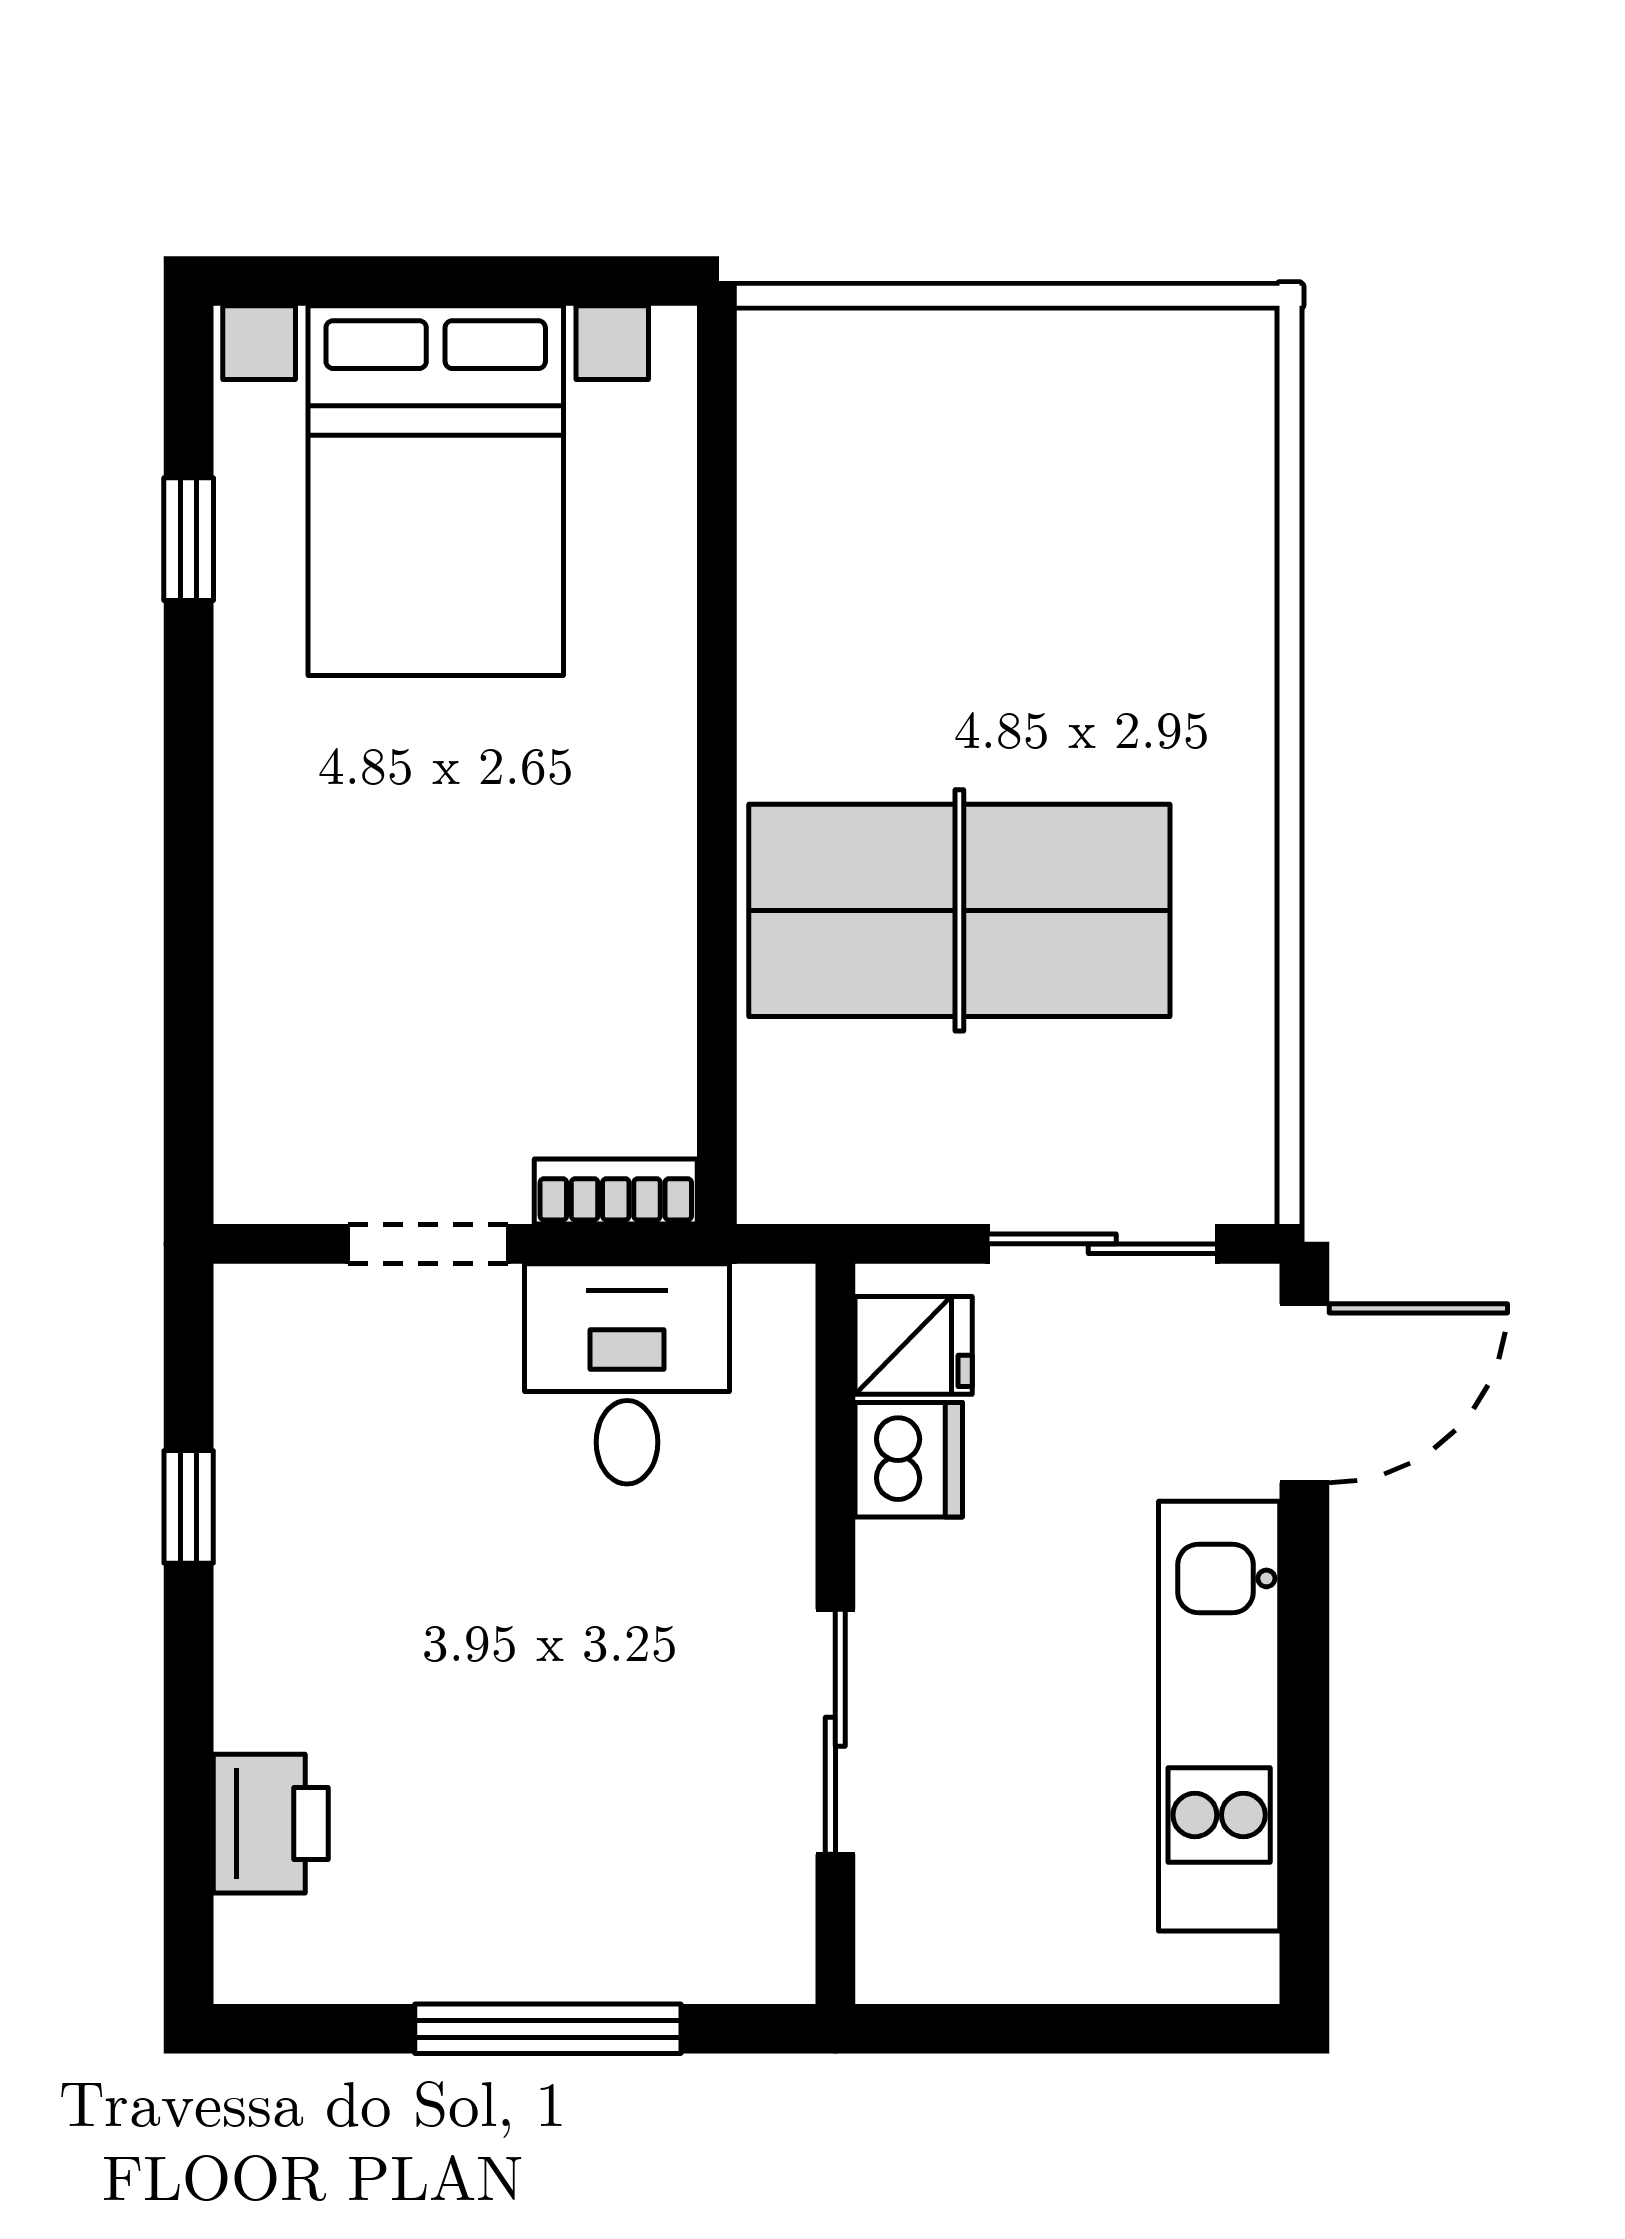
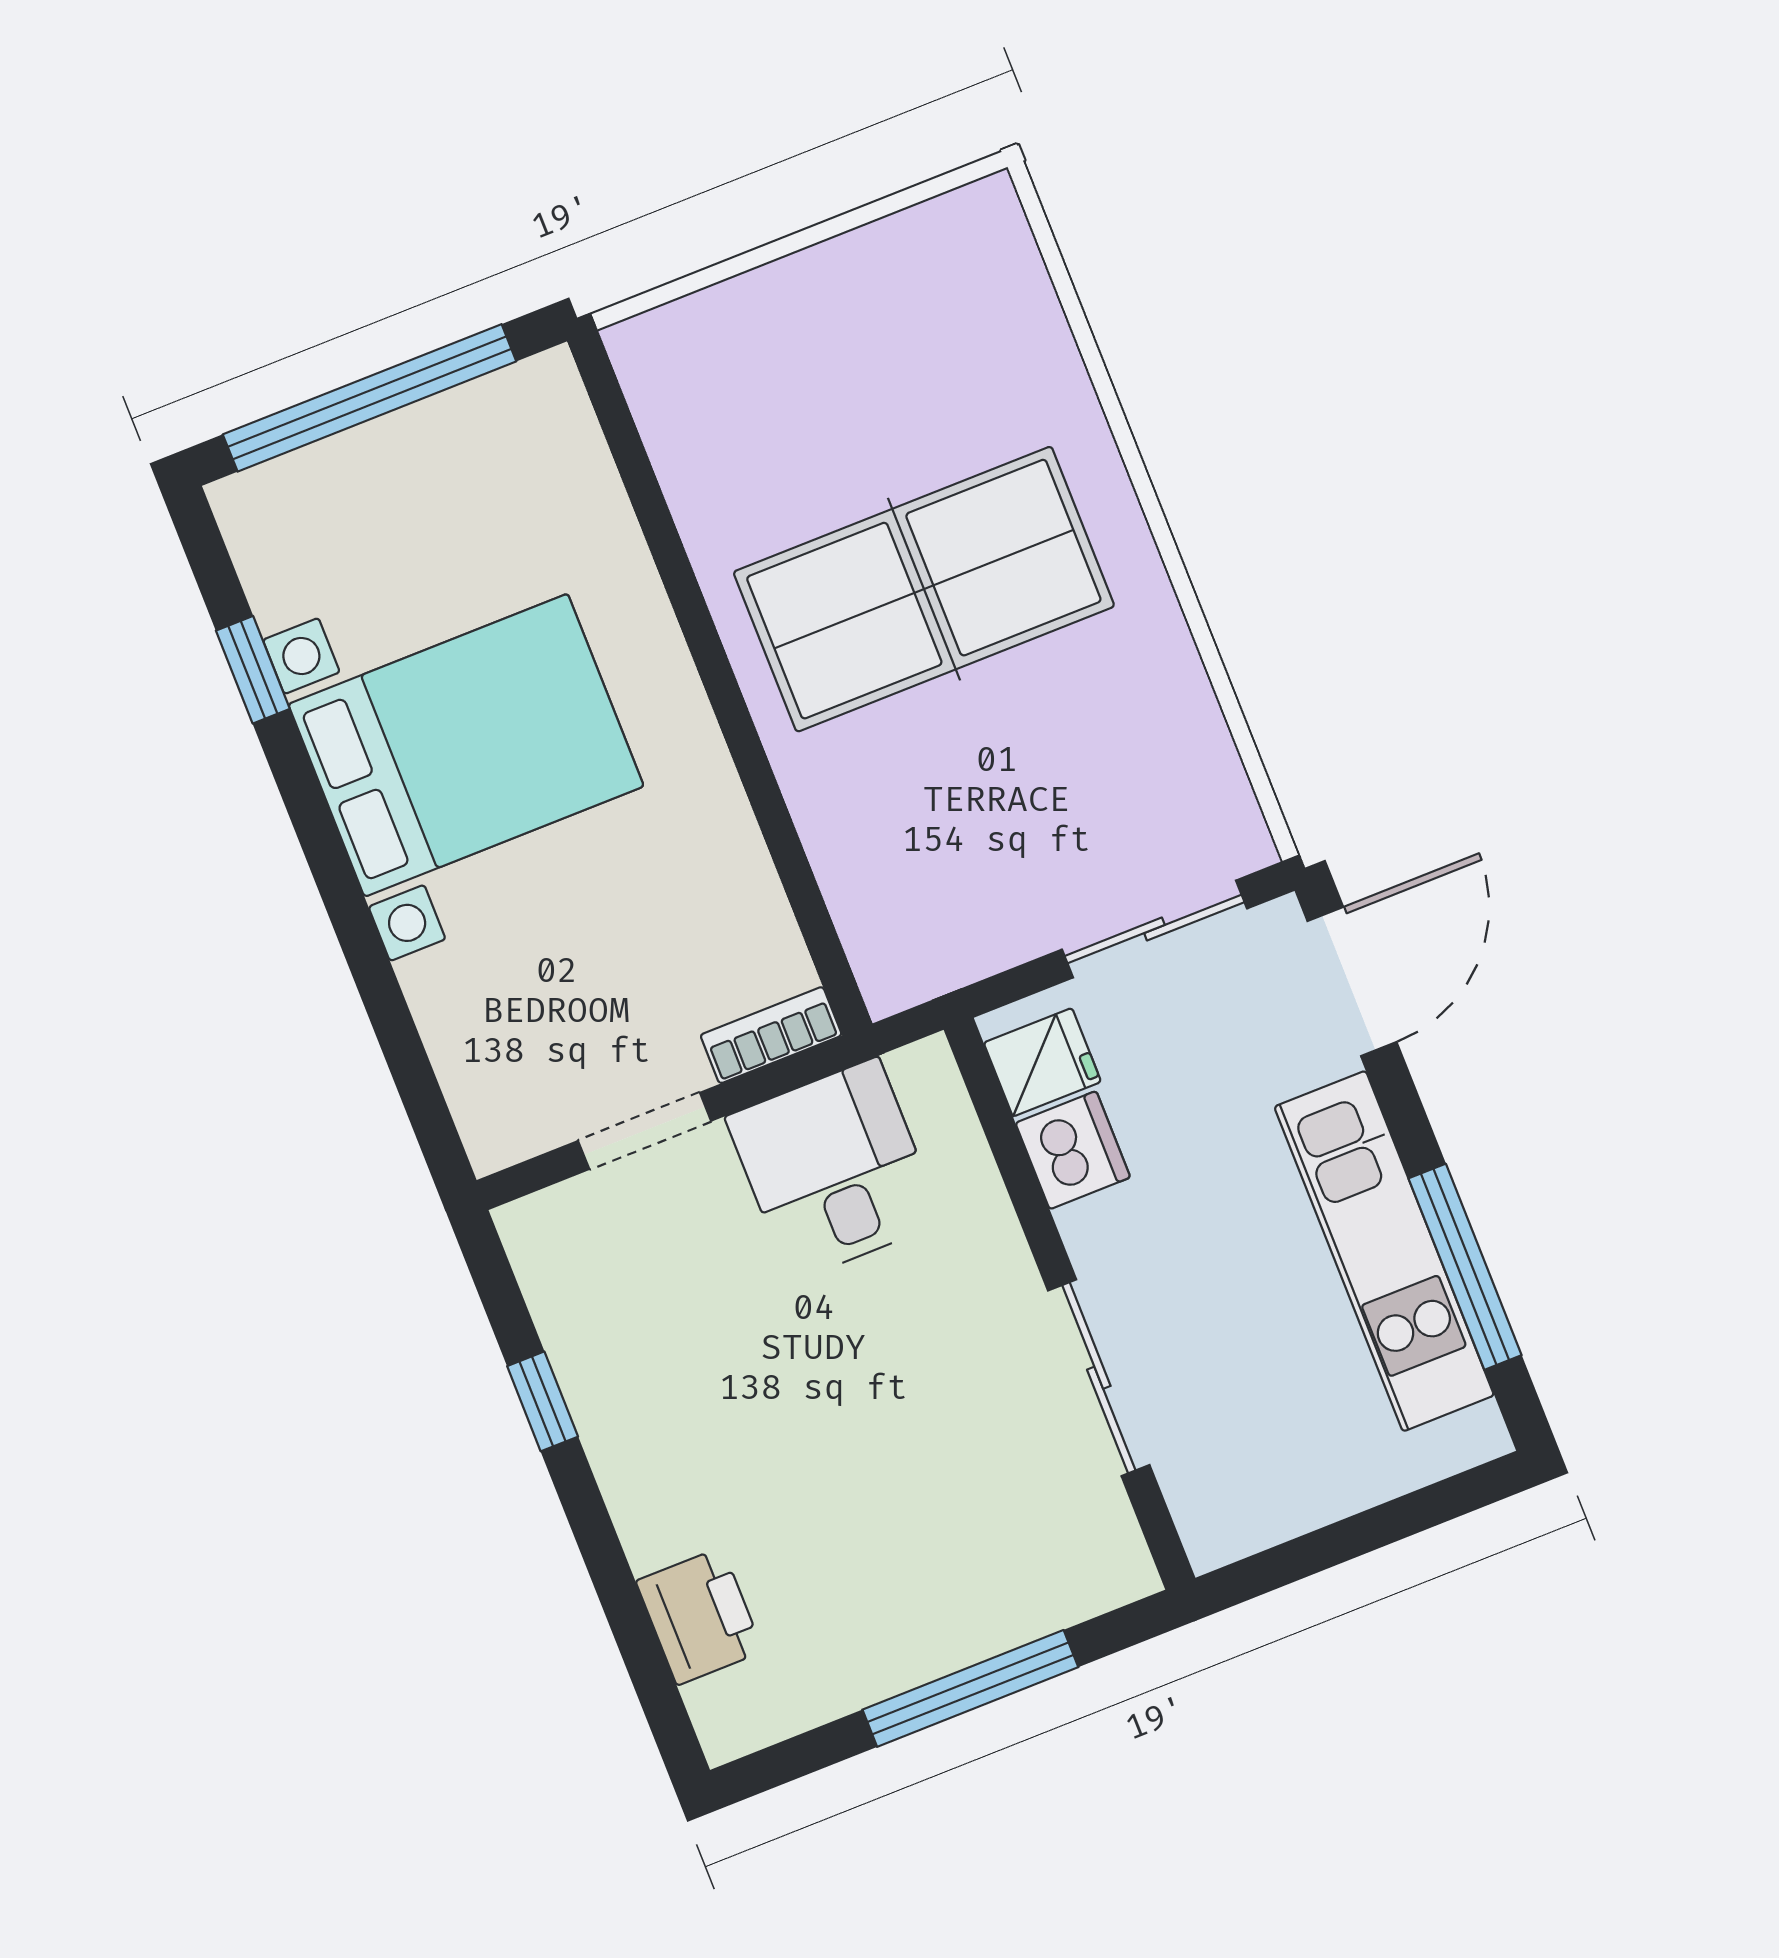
window: (445, 281) -> (370, 398), added
bed with nightstands: (436, 491) -> (466, 745), moved, turned -90
table tennis table: (959, 910) -> (924, 589), moved
window: (1304, 1771) -> (1465, 1267), added

